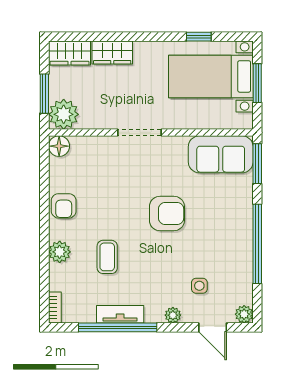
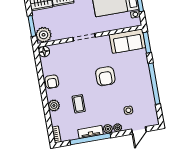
armchair: (167, 214) -> (105, 76), turned 90
plant: (244, 314) -> (108, 129), moved
door: (213, 327) -> (139, 130), hinge flipped

